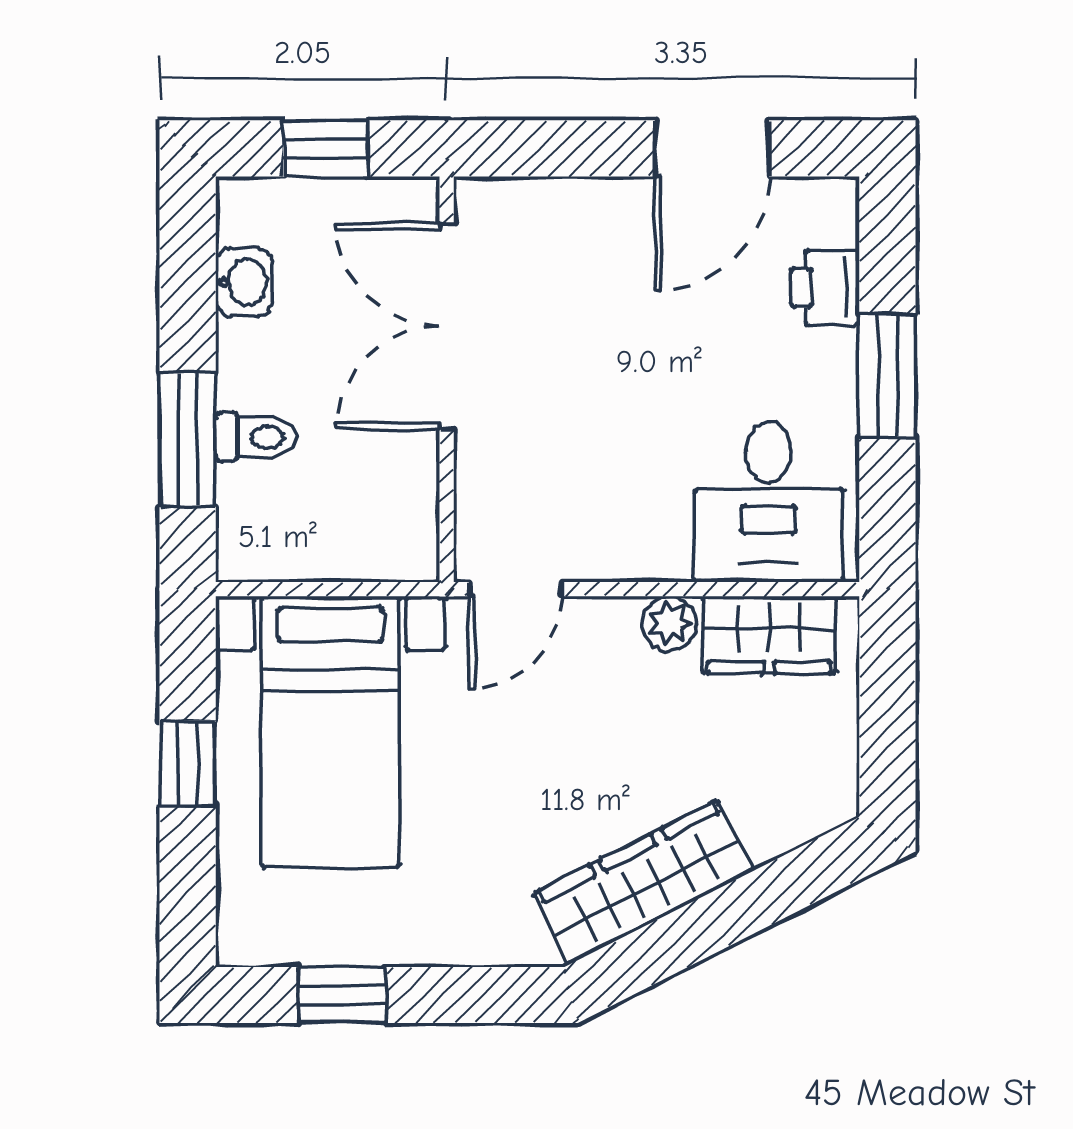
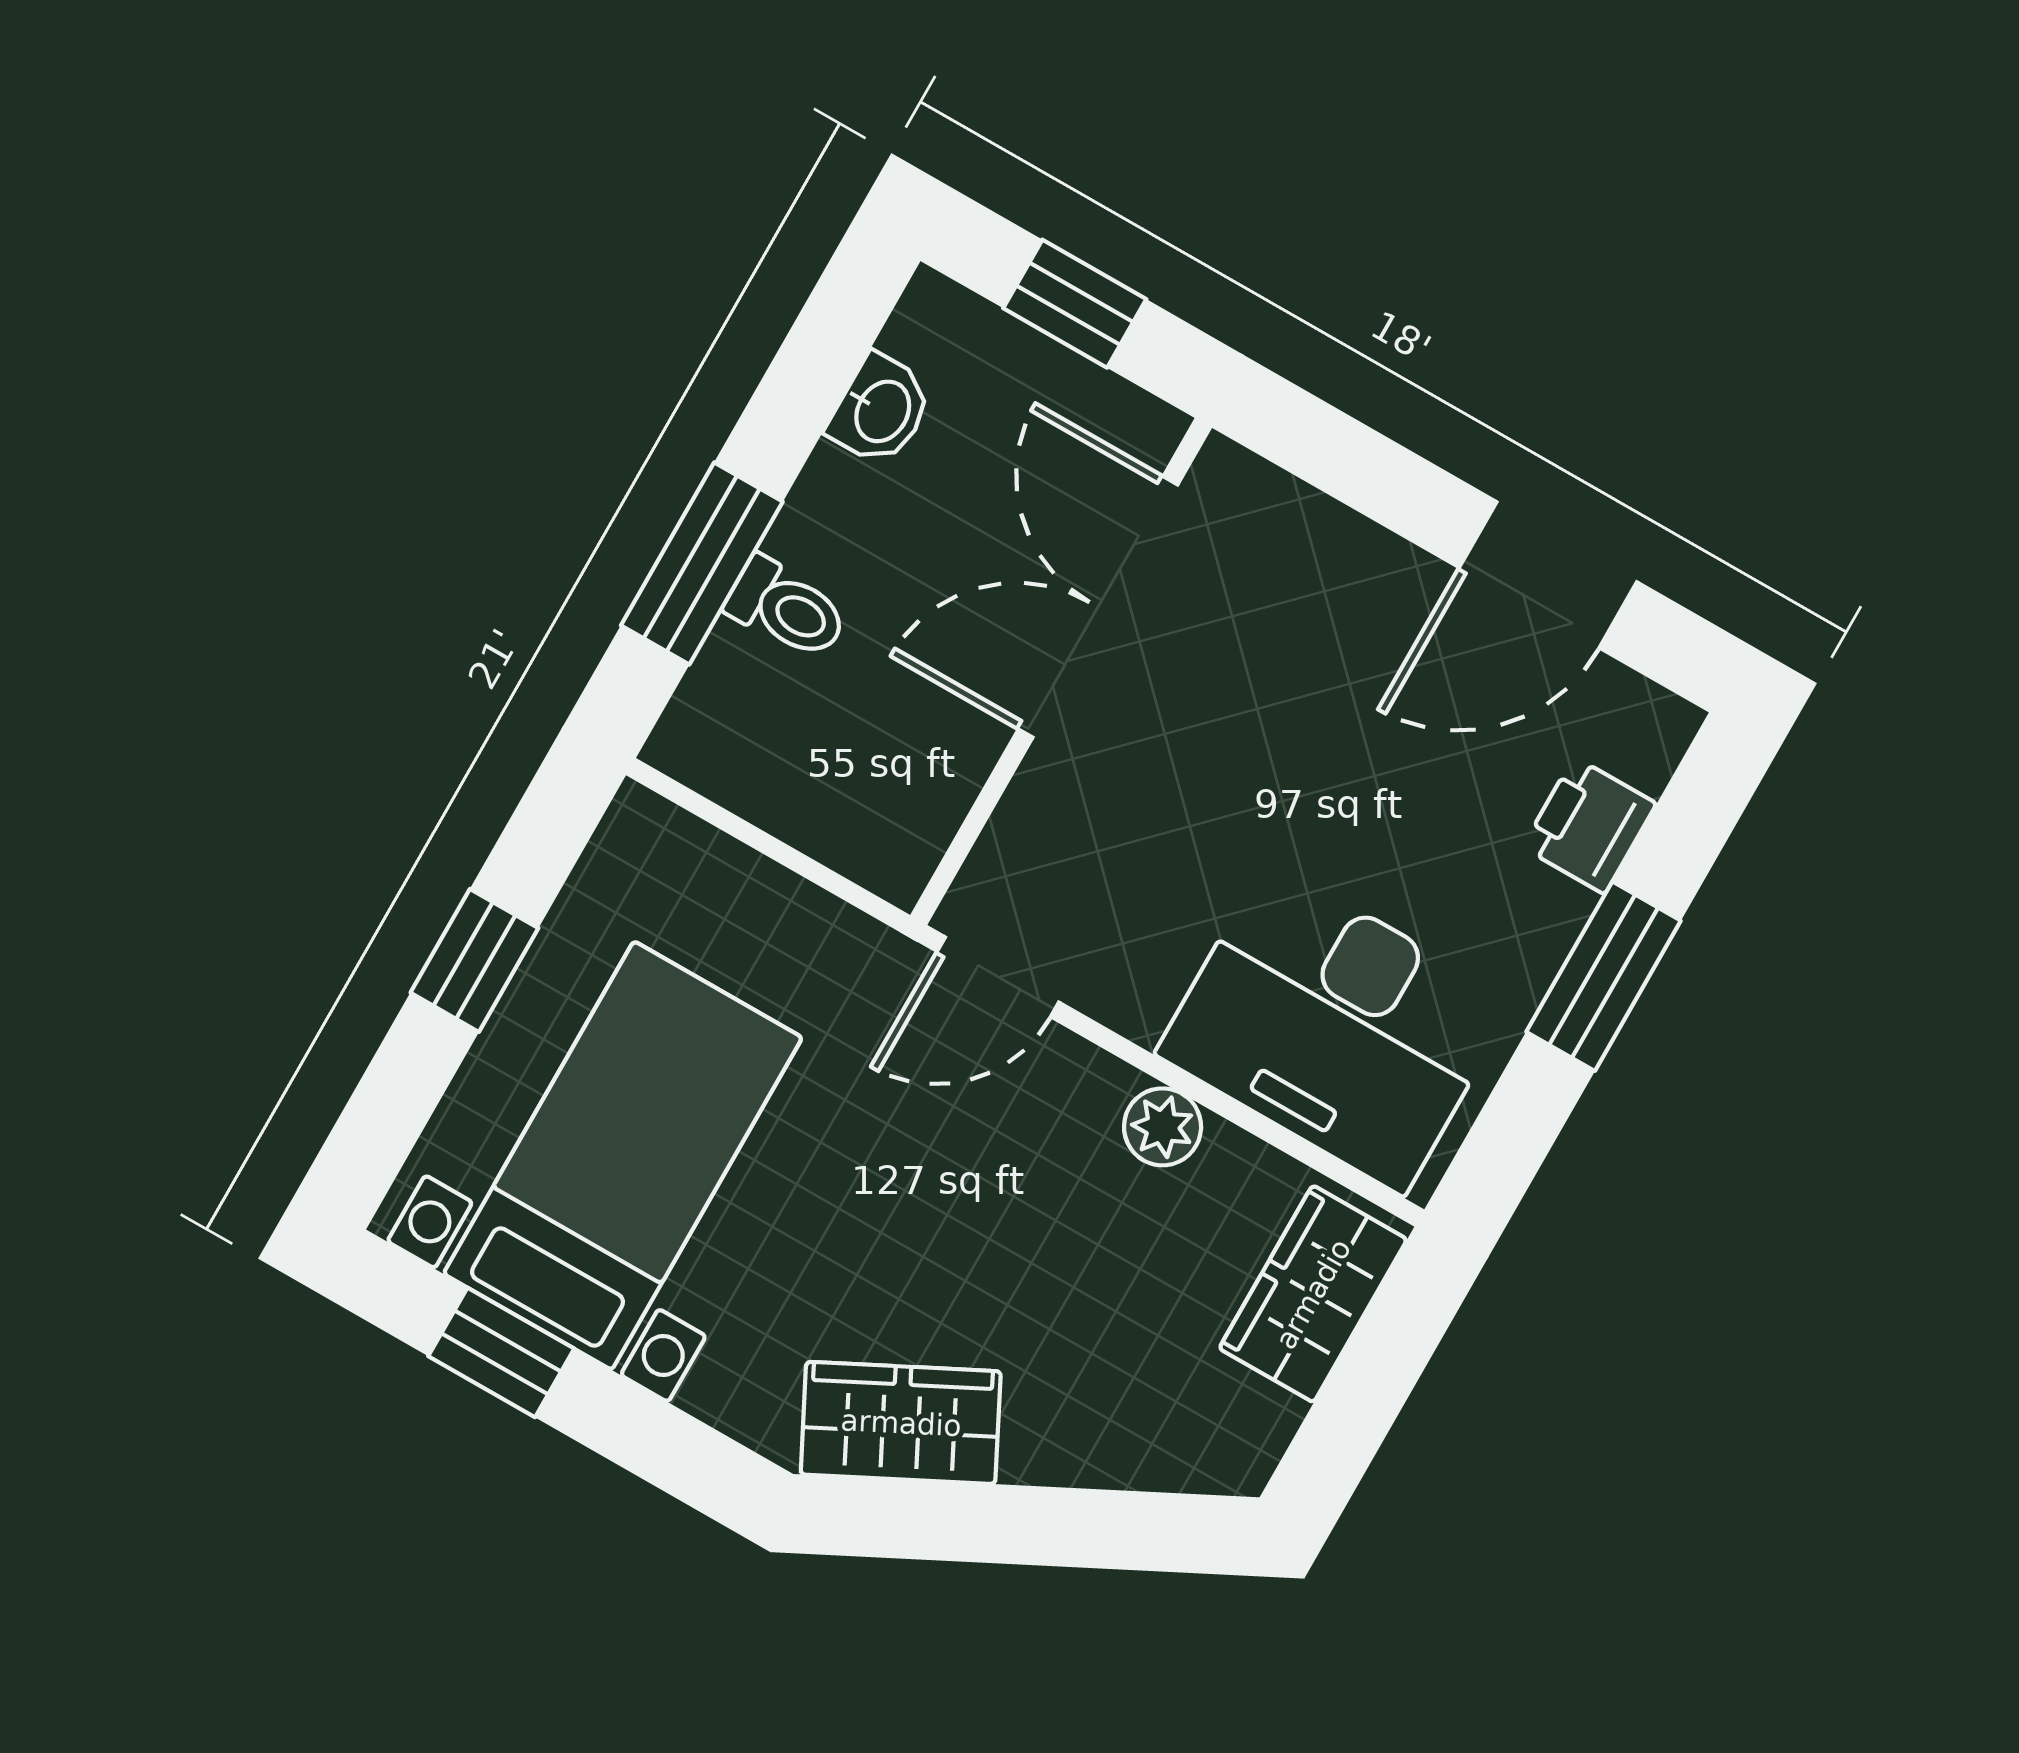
desk: (768, 502) -> (1335, 1028), width x1.37
wardrobe: (769, 635) -> (1313, 1294), moved, turned 90
bed with nightstands: (330, 732) -> (623, 1156), moved, turned 180
wardrobe: (643, 882) -> (901, 1423), width x0.67

